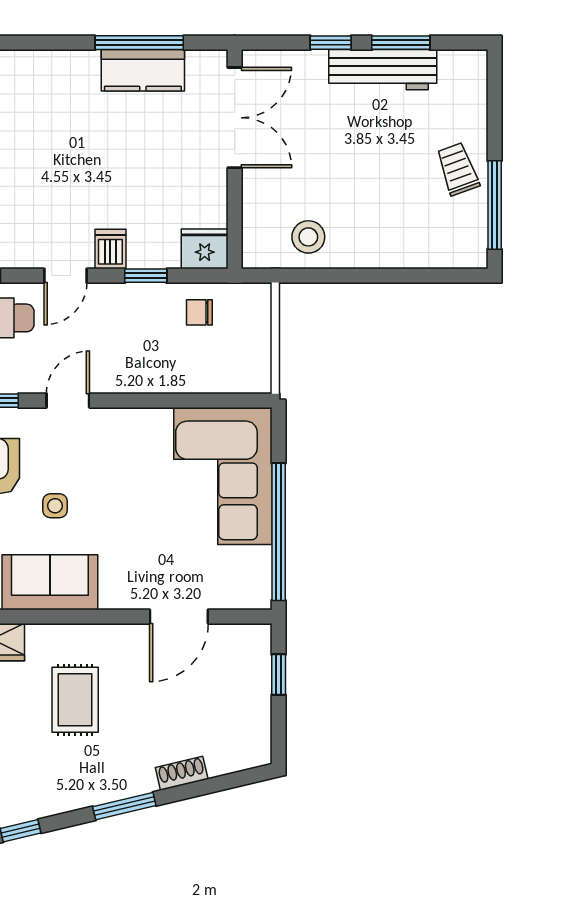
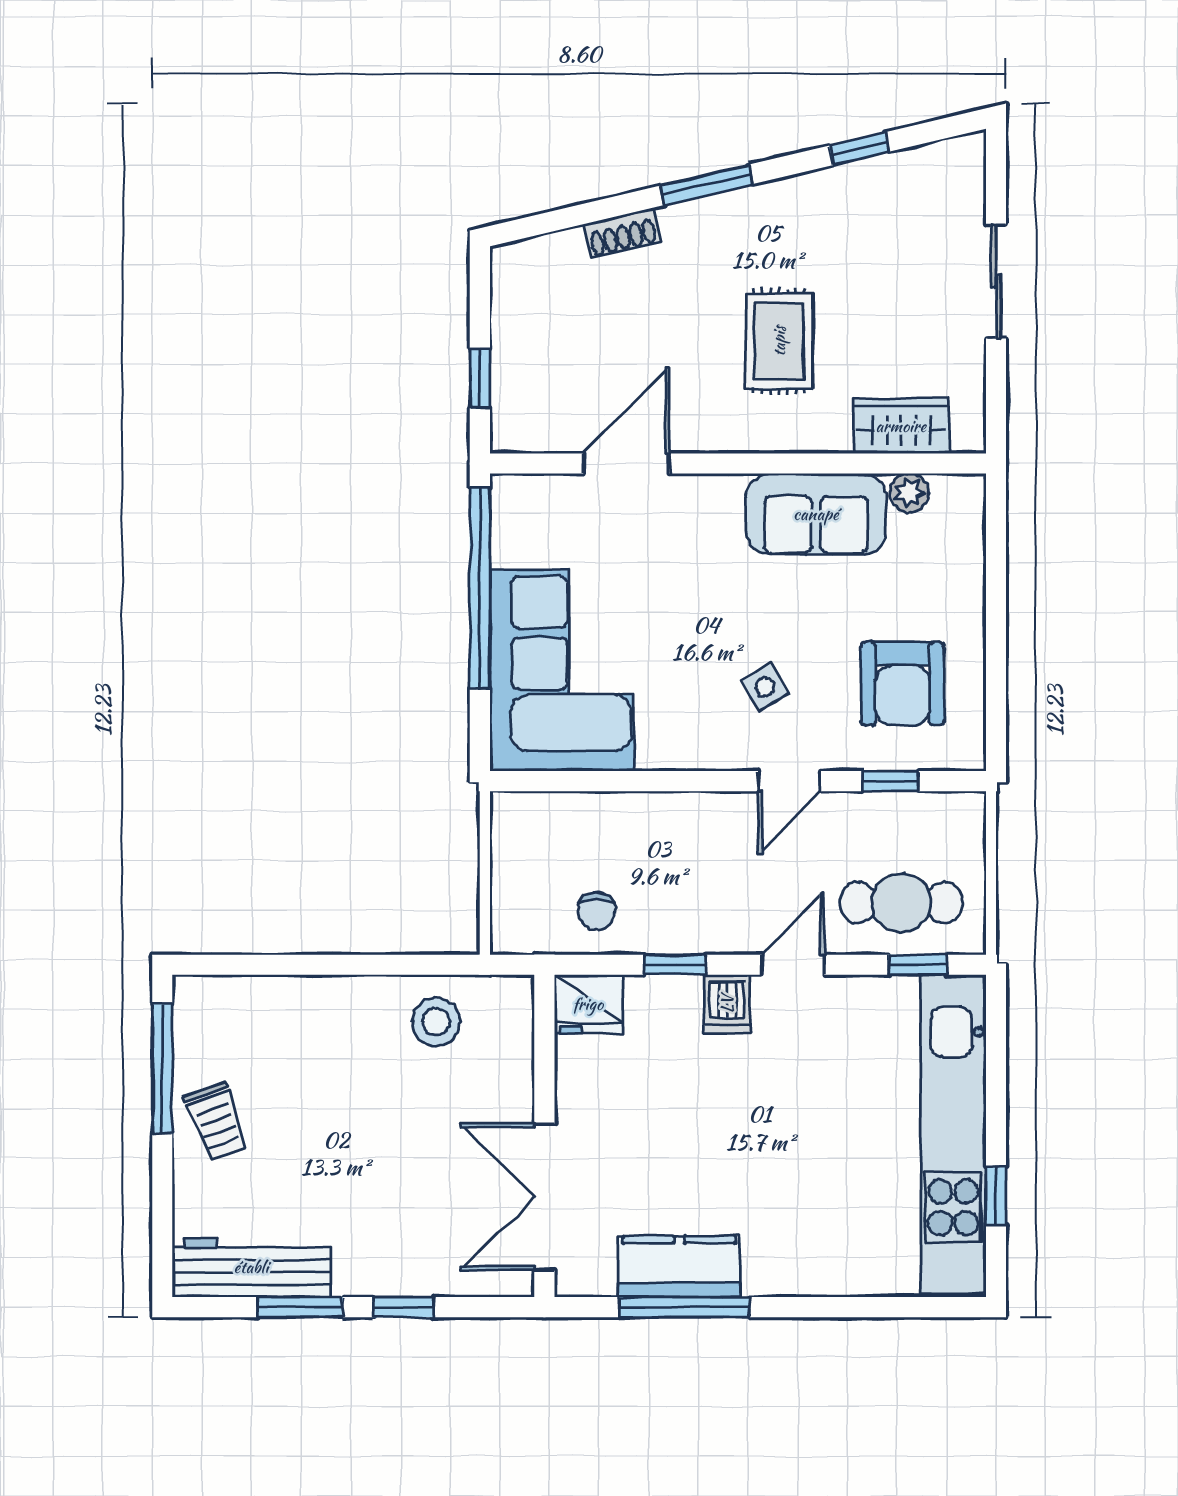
workbench: (383, 70) -> (251, 1267), moved
chair: (199, 312) -> (596, 911), turned 90
side table: (55, 506) -> (765, 687), moved, turned -32

